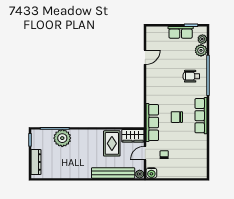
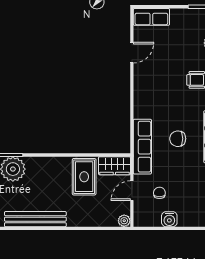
row of seats: (181, 32) -> (151, 17), moved
bench: (113, 173) -> (35, 219), moved
water cooler: (151, 173) -> (169, 219), moved

